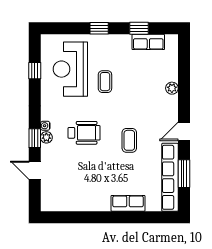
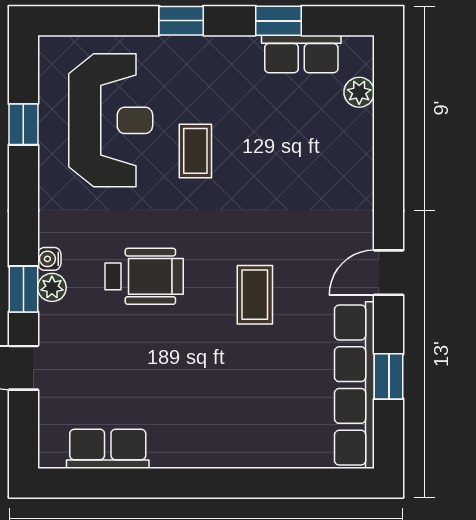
reception desk: (70, 69) -> (111, 120), turned 180
plant: (172, 88) -> (359, 92), moved
window: (184, 174) -> (389, 376), width x0.67
row of seats: (128, 203) -> (108, 449), moved

